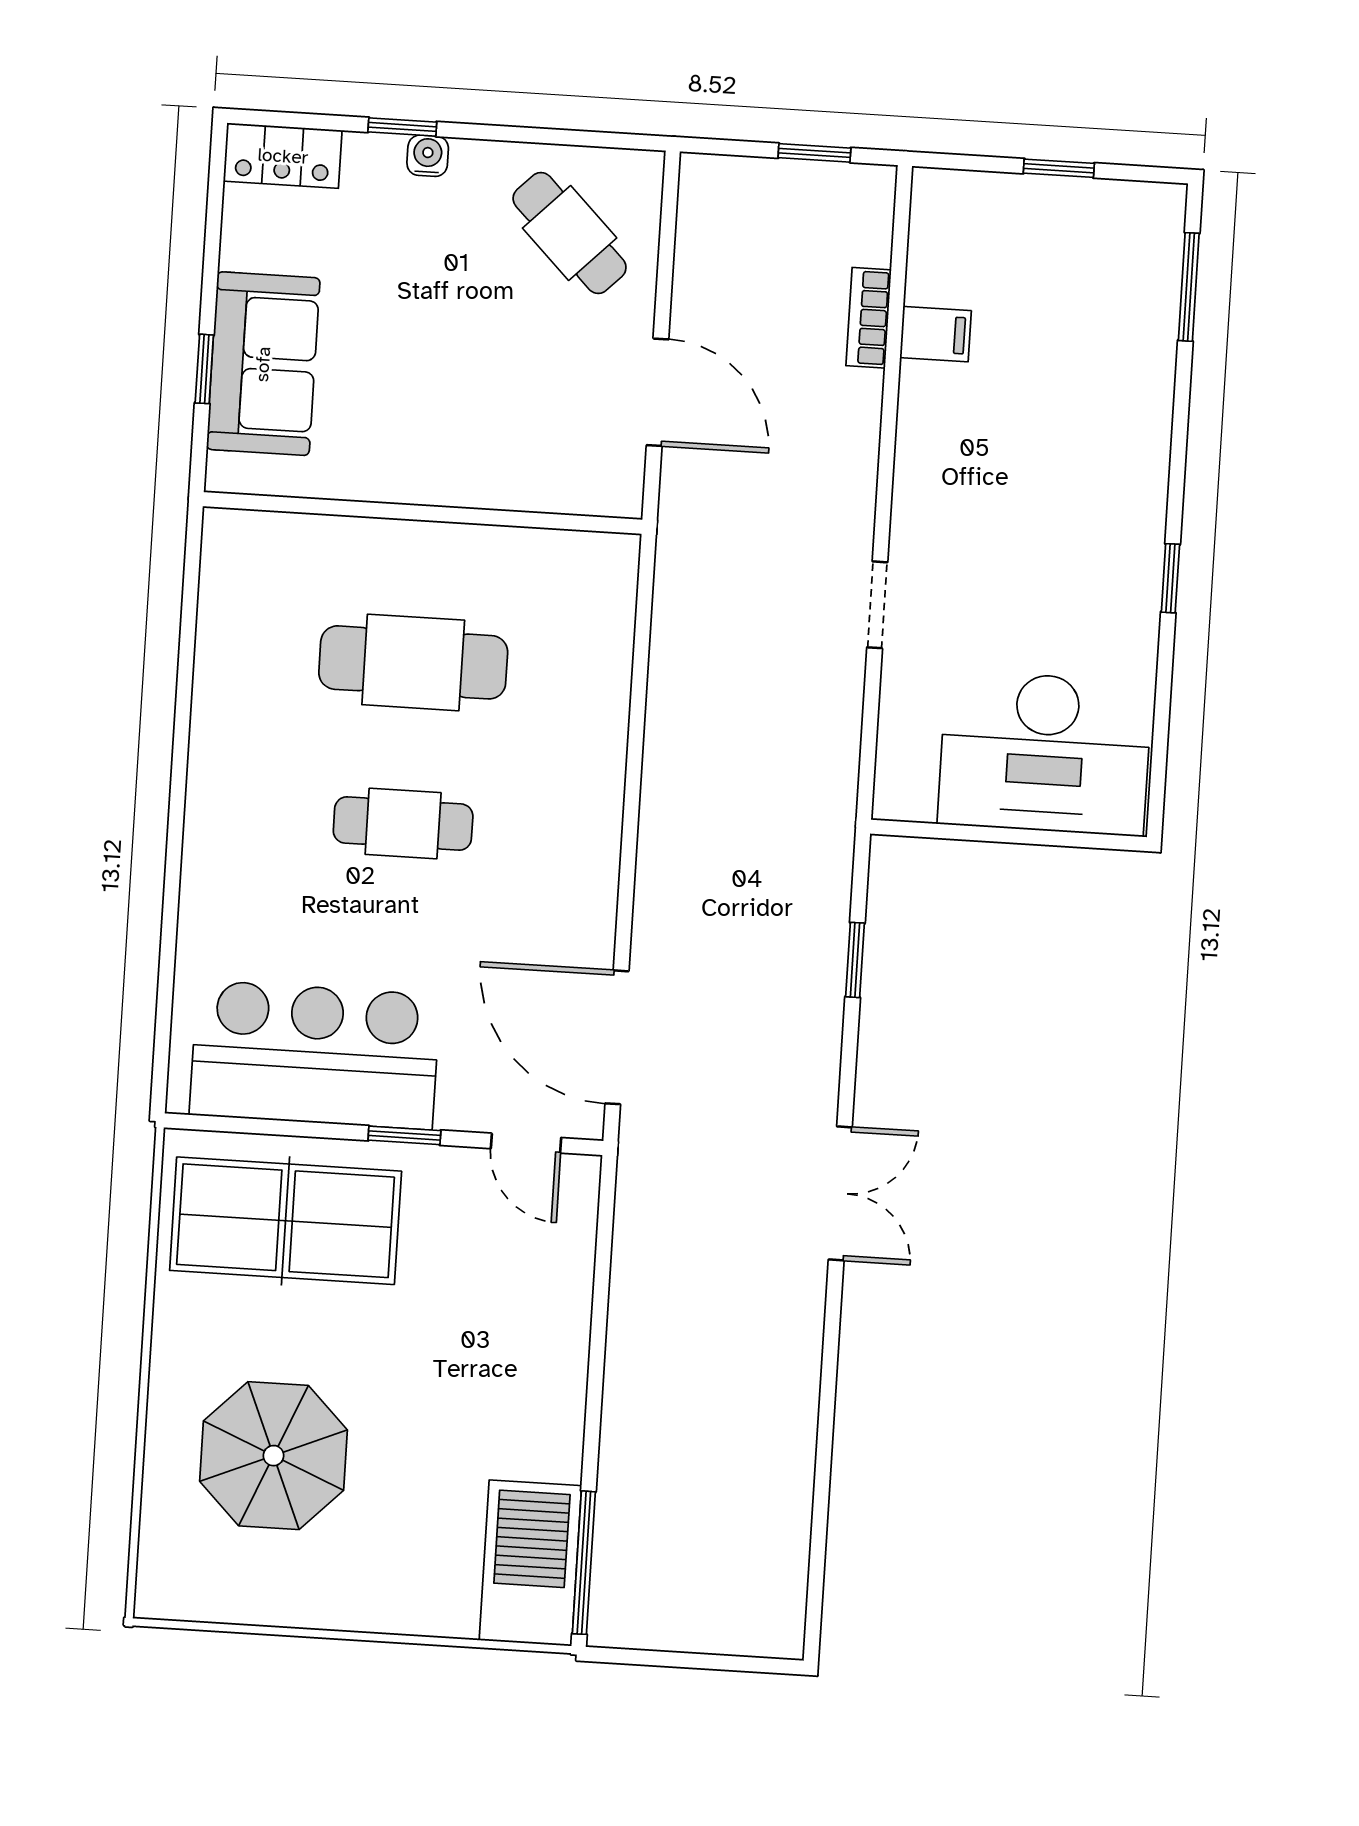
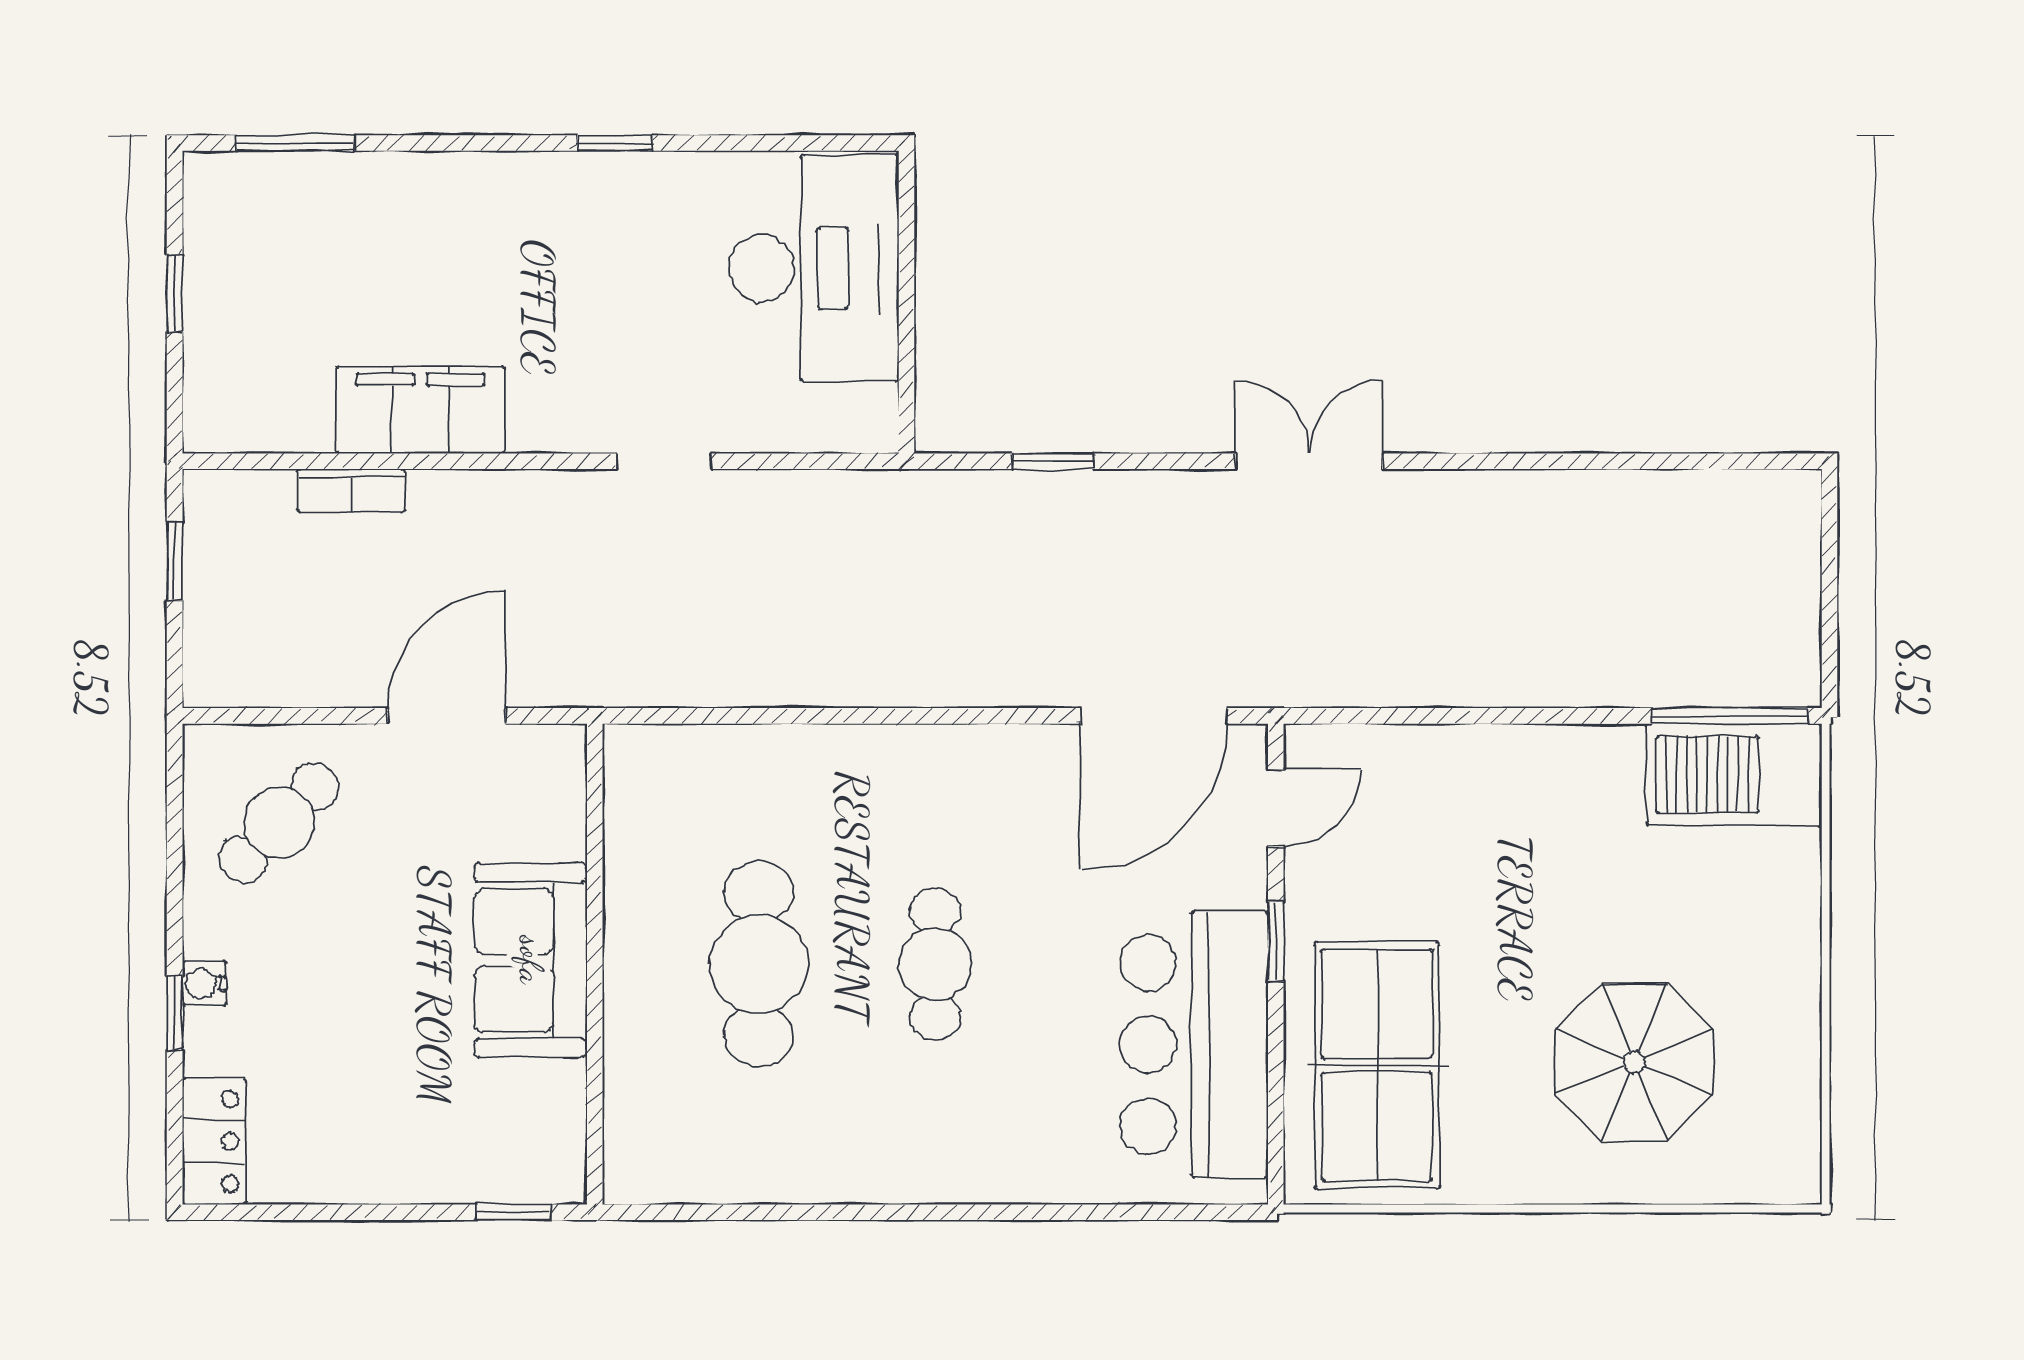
filing cabinet: (936, 334) -> (420, 410), width x3.00, depth x1.17
sofa: (263, 364) -> (531, 960), moved, turned -90
window: (204, 369) -> (514, 1212), moved

